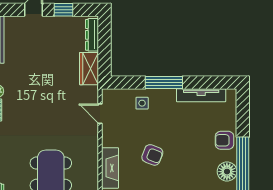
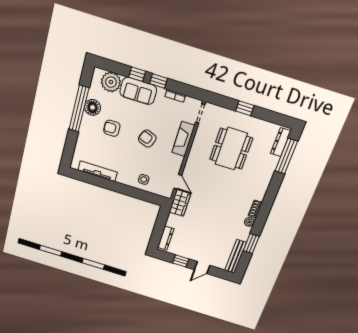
wardrobe: (89, 69) -> (180, 203), moved
window: (164, 83) -> (123, 189), removed
armchair: (225, 140) -> (112, 128), moved, turned 180

